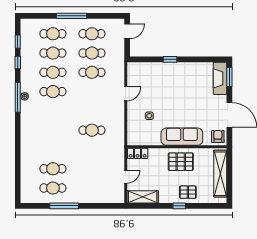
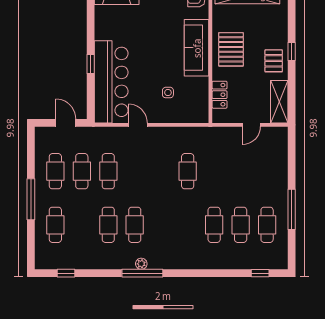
door: (127, 31) -> (66, 123), moved
cafe table: (53, 53) -> (214, 225), moved
window: (18, 63) -> (260, 273), moved
bar counter: (157, 74) -> (111, 82), added
locker: (138, 153) -> (220, 95), moved
door: (126, 177) -> (251, 125), swing flipped
pallet: (188, 192) -> (274, 61), moved

